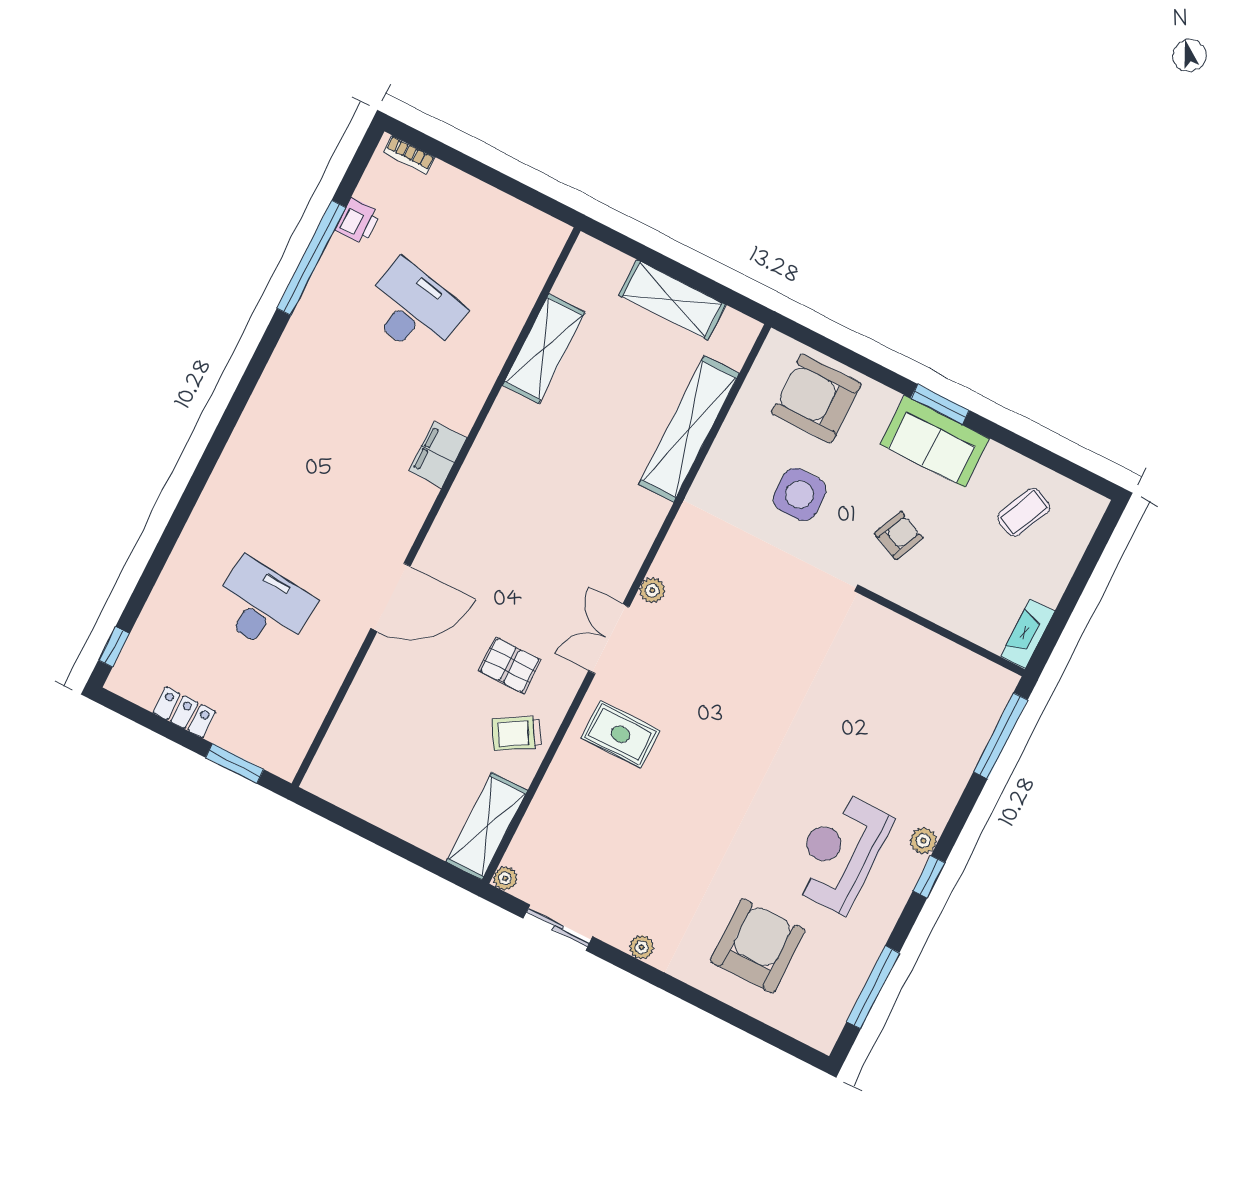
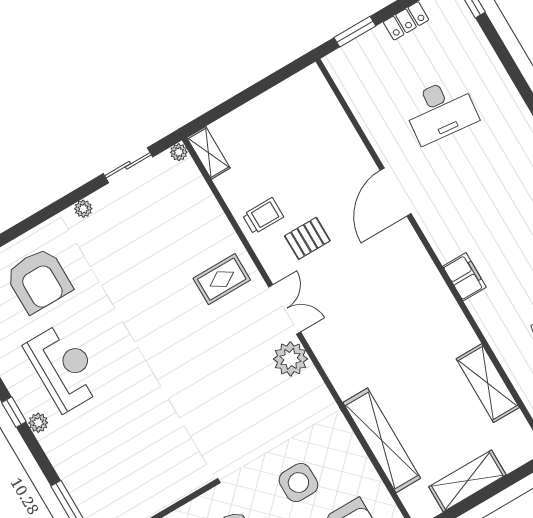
plant: (652, 590) -> (290, 359), width x1.87, depth x1.87
trolley: (517, 733) -> (263, 216), turned 30
shelving: (487, 826) -> (208, 153), width x0.67, depth x0.75

